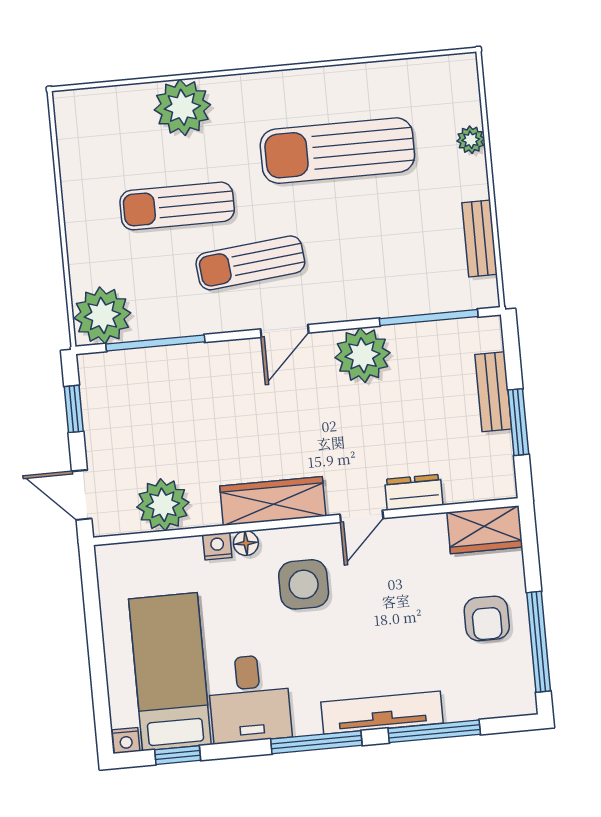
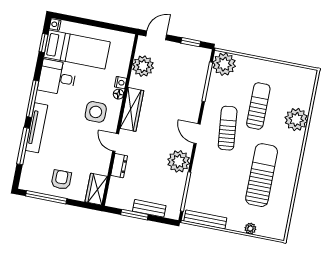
bench: (480, 238) -> (205, 220), width x1.36
armchair: (487, 618) -> (61, 180), turned 90

